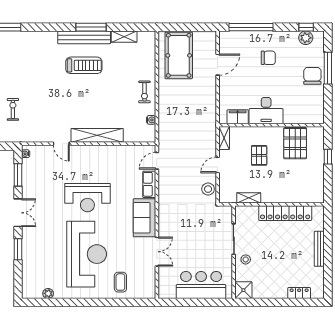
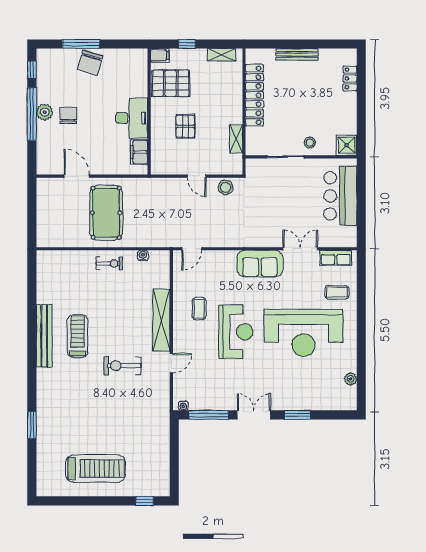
window: (91, 27) -> (32, 328), removed
window: (251, 27) -> (32, 114), moved
shelving: (124, 37) -> (43, 288), removed
plant: (306, 38) -> (45, 112), moved
pool table: (179, 55) -> (106, 213), moved, turned 90
chair: (312, 76) -> (90, 63), turned -73
exercise bike: (13, 109) -> (122, 366), moved, width x1.38, depth x1.39
filing cabinet: (319, 134) -> (160, 55), added
shelving: (224, 138) -> (222, 55), moved
pallet: (259, 155) -> (185, 126), turned 90
door: (157, 161) -> (192, 249), hinge flipped
coffee table: (107, 167) -> (199, 309), added
window: (18, 175) -> (209, 415), width x1.44
row of seats: (149, 184) -> (336, 258), moved
reception desk: (87, 254) -> (303, 333), turned 180

